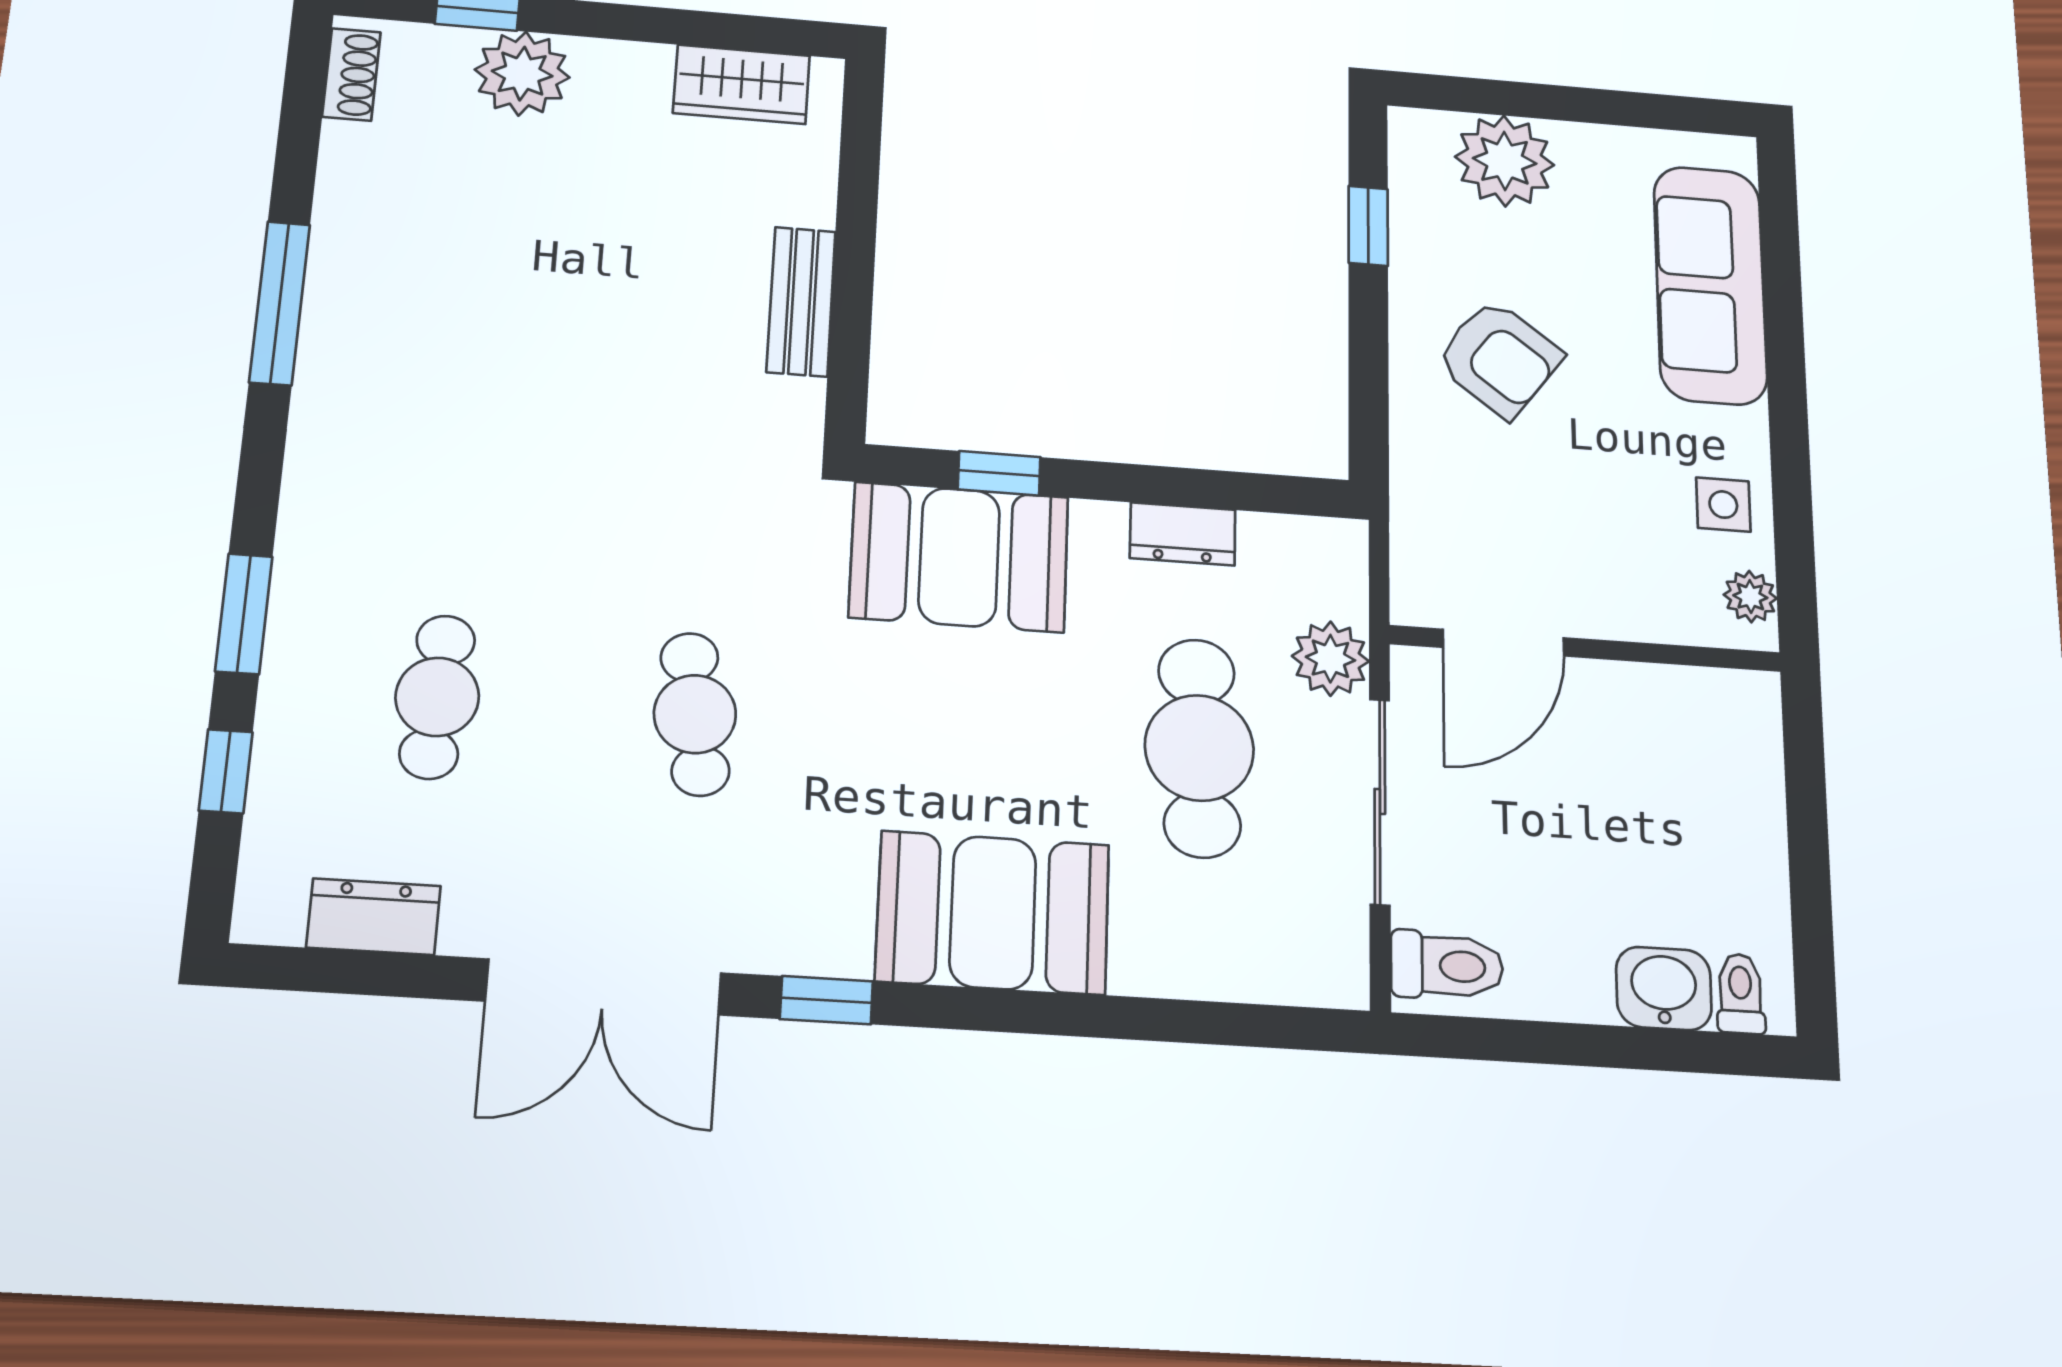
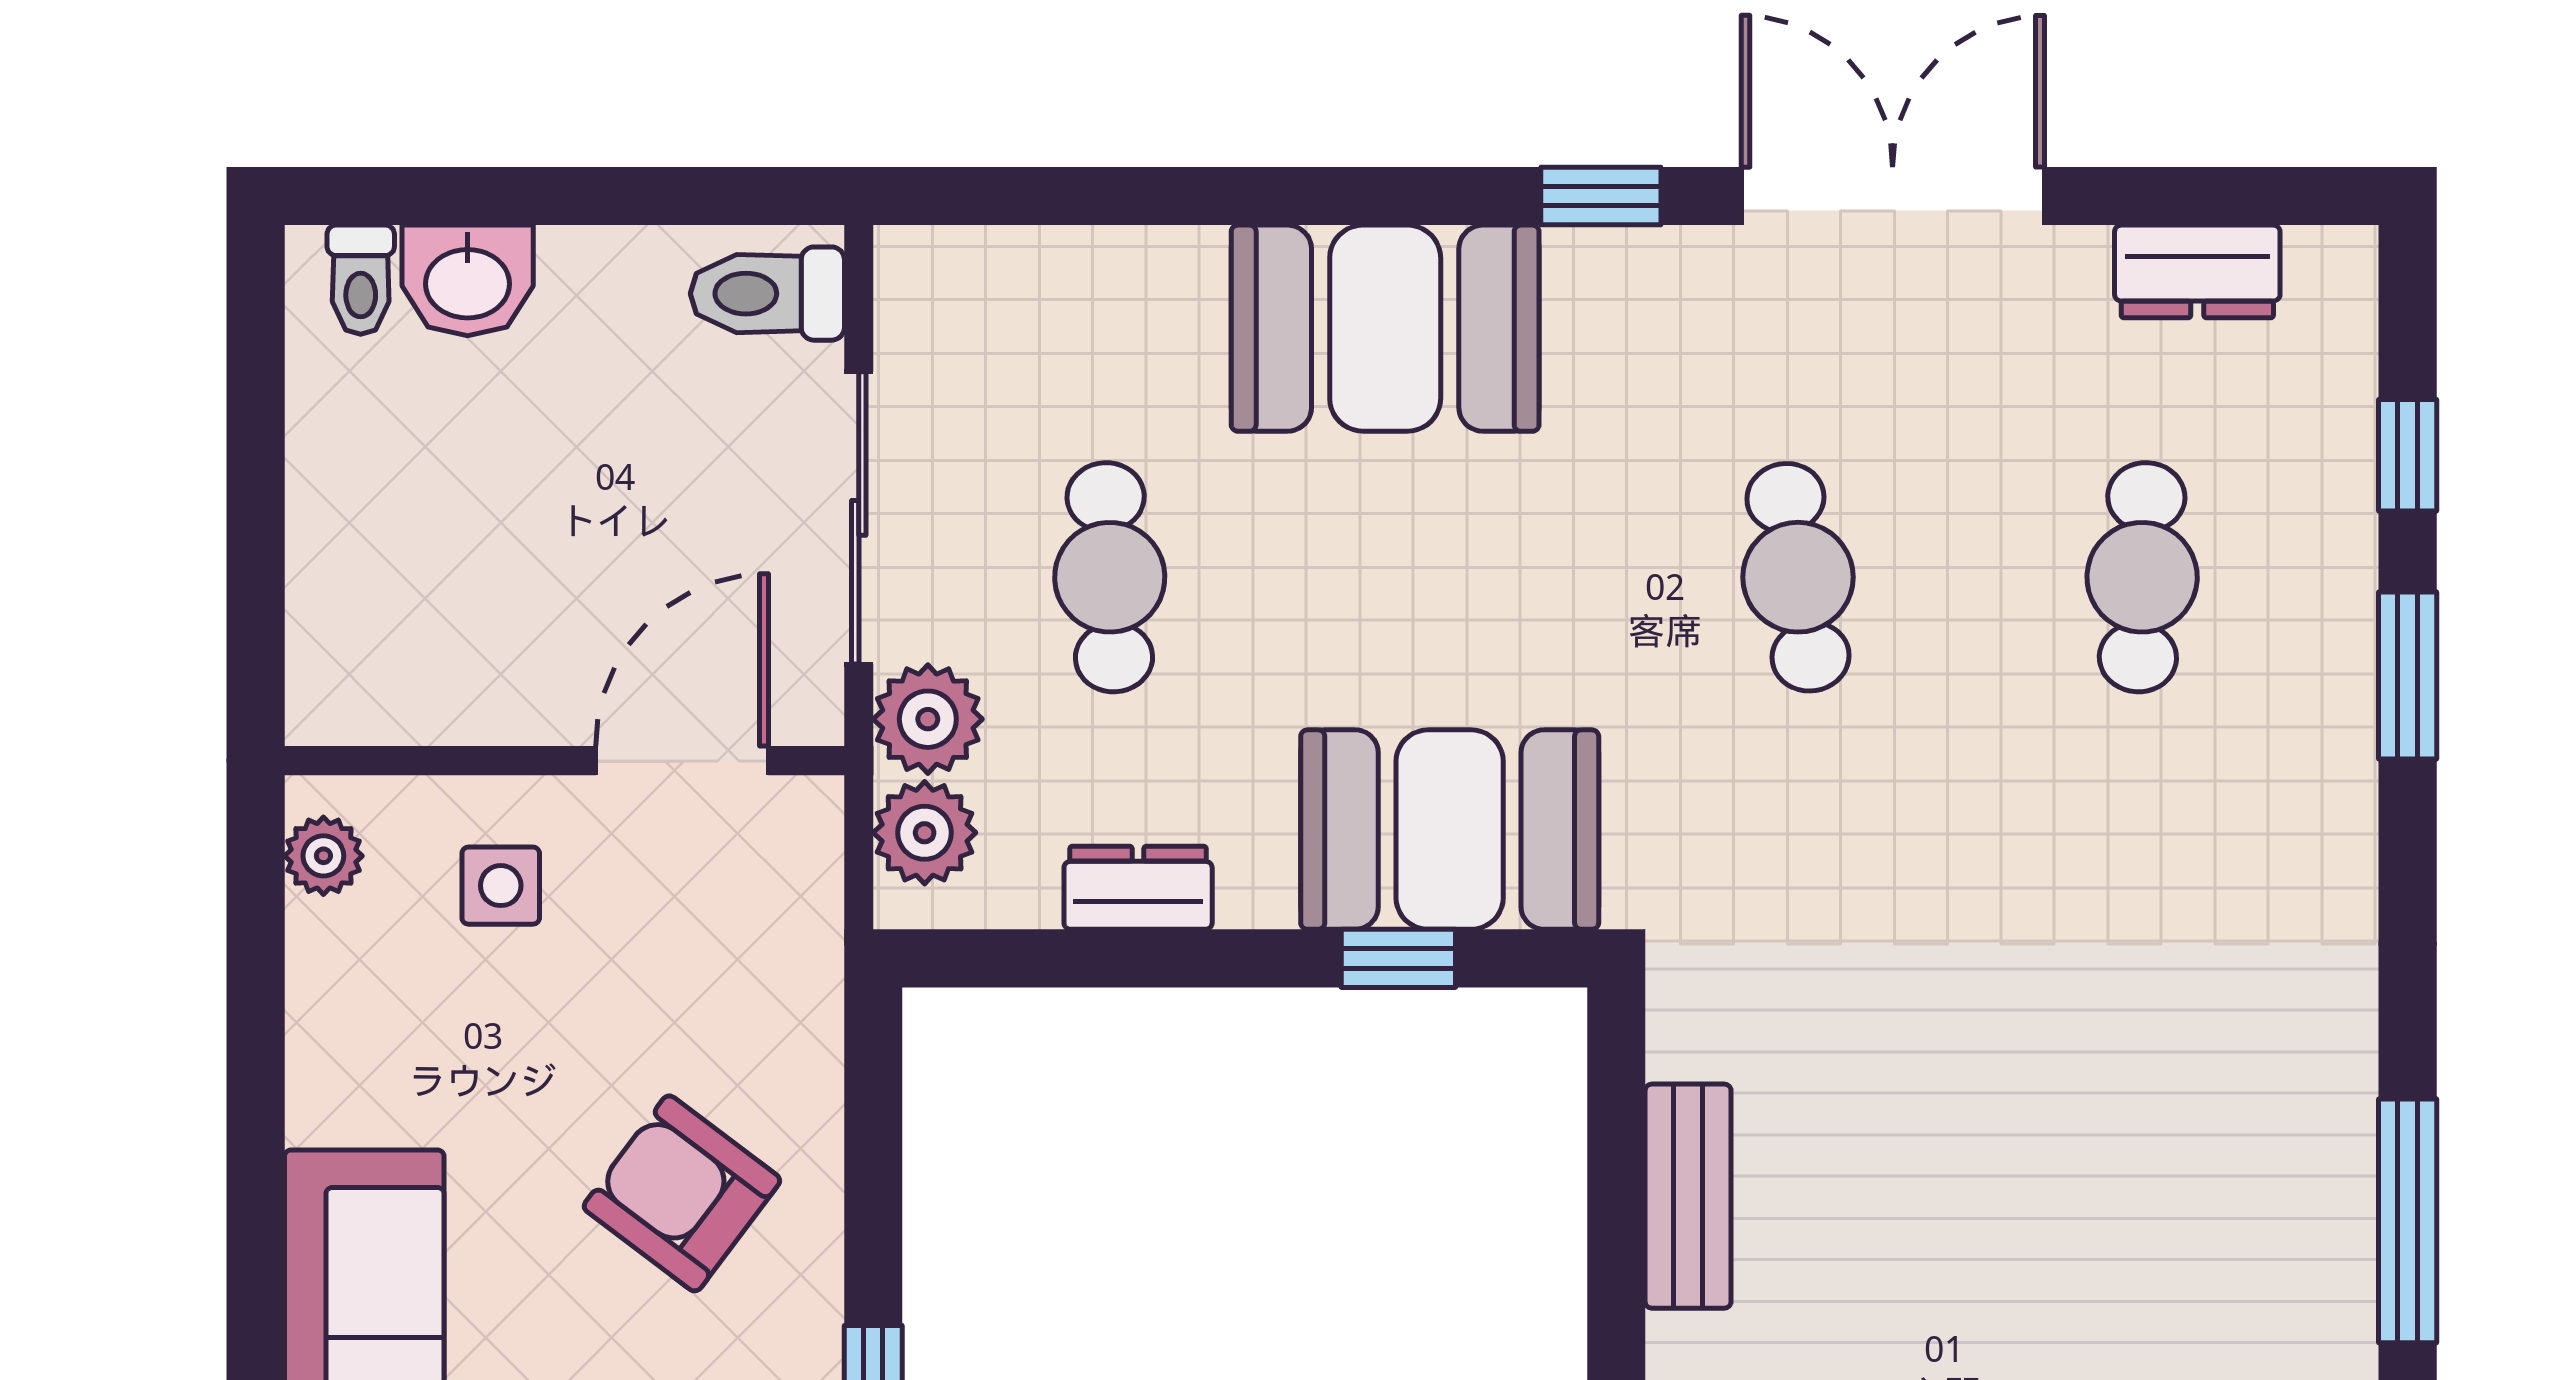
window: (280, 303) -> (2408, 1221), moved
side table: (1723, 505) -> (501, 886), moved
plant: (1333, 582) -> (925, 833), added
cafe table: (1199, 748) -> (1110, 577), width x0.73, depth x0.74

